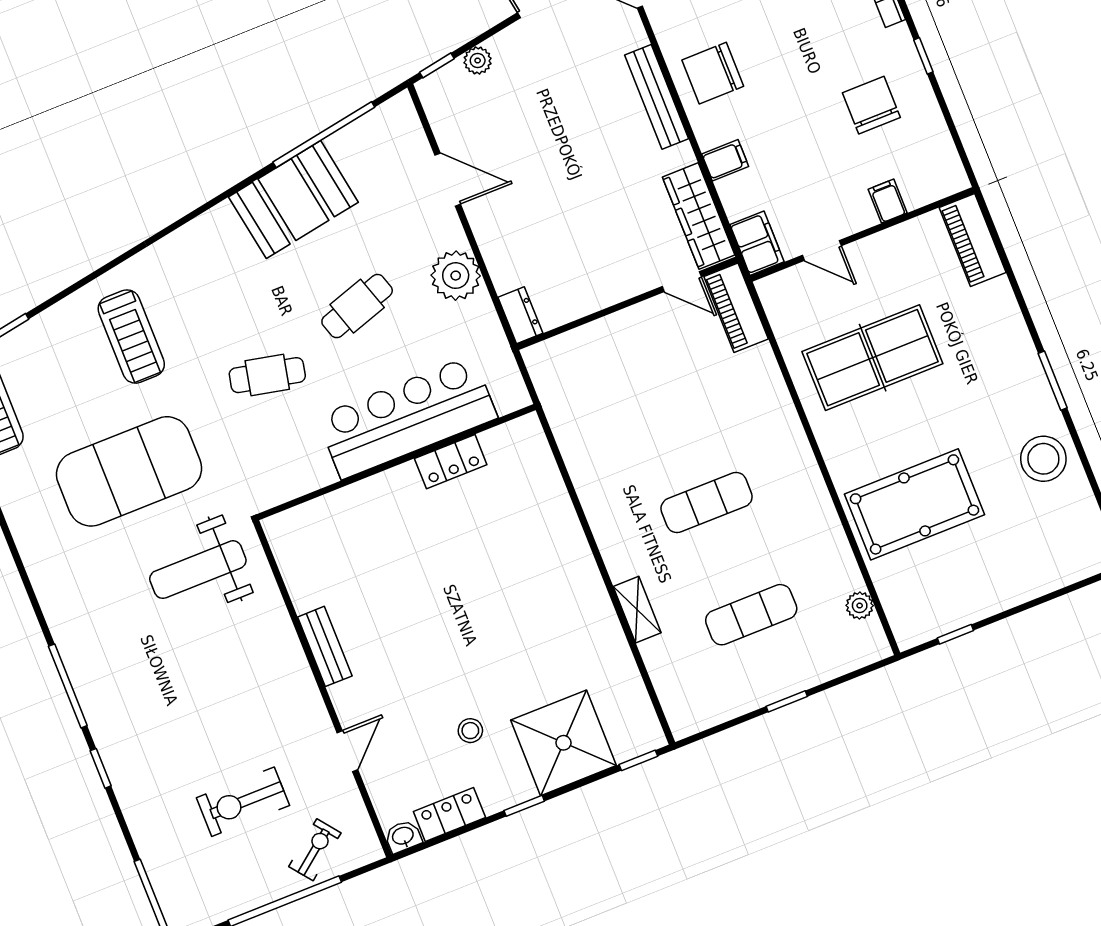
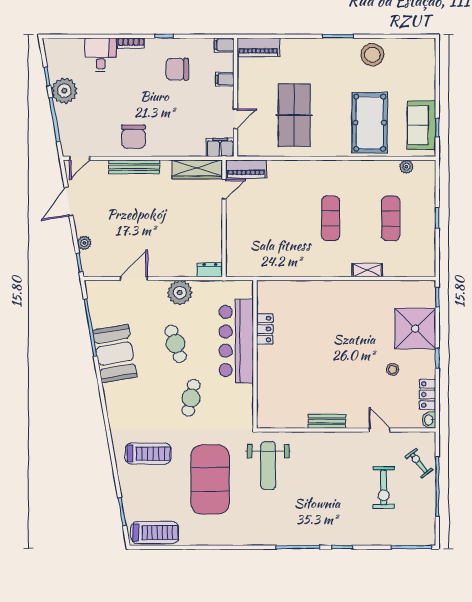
filing cabinet: (725, 160) -> (224, 45), moved, turned -90
sofa: (948, 603) -> (422, 125), added

